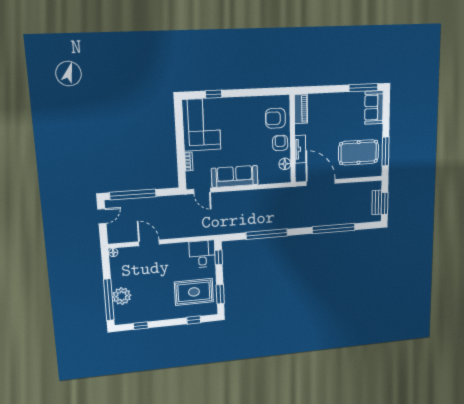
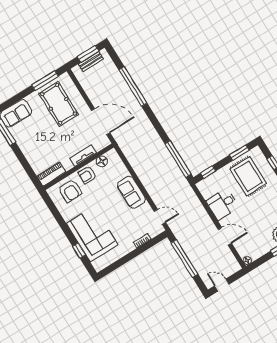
corner sofa: (201, 125) -> (92, 234), moved, turned 90
sofa: (235, 176) -> (131, 192), width x0.73
door: (321, 182) -> (101, 122), swing flipped
door: (202, 191) -> (160, 217), hinge flipped
window: (133, 194) -> (184, 258), moved
window: (267, 234) -> (178, 159), moved
door: (149, 243) -> (225, 236), swing flipped
desk: (202, 254) -> (222, 204), moved

